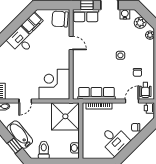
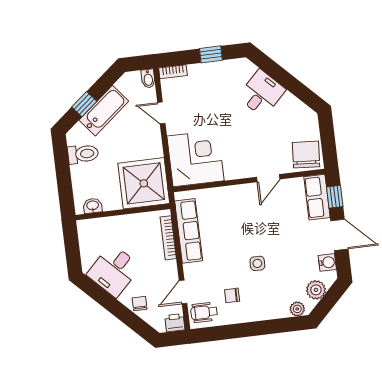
filing cabinet: (32, 23) -> (294, 109), removed
door: (132, 101) -> (183, 292), swing flipped

